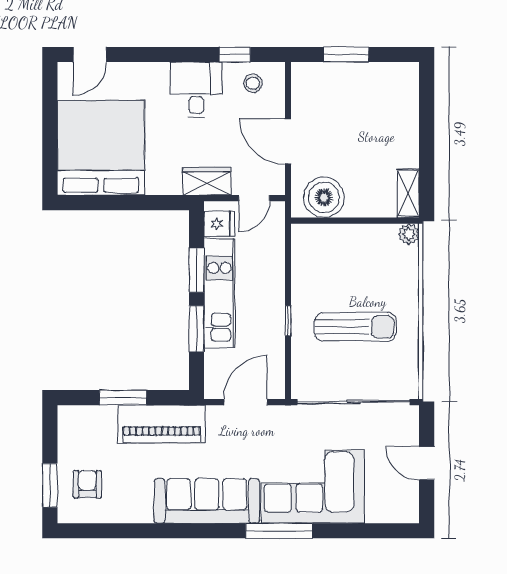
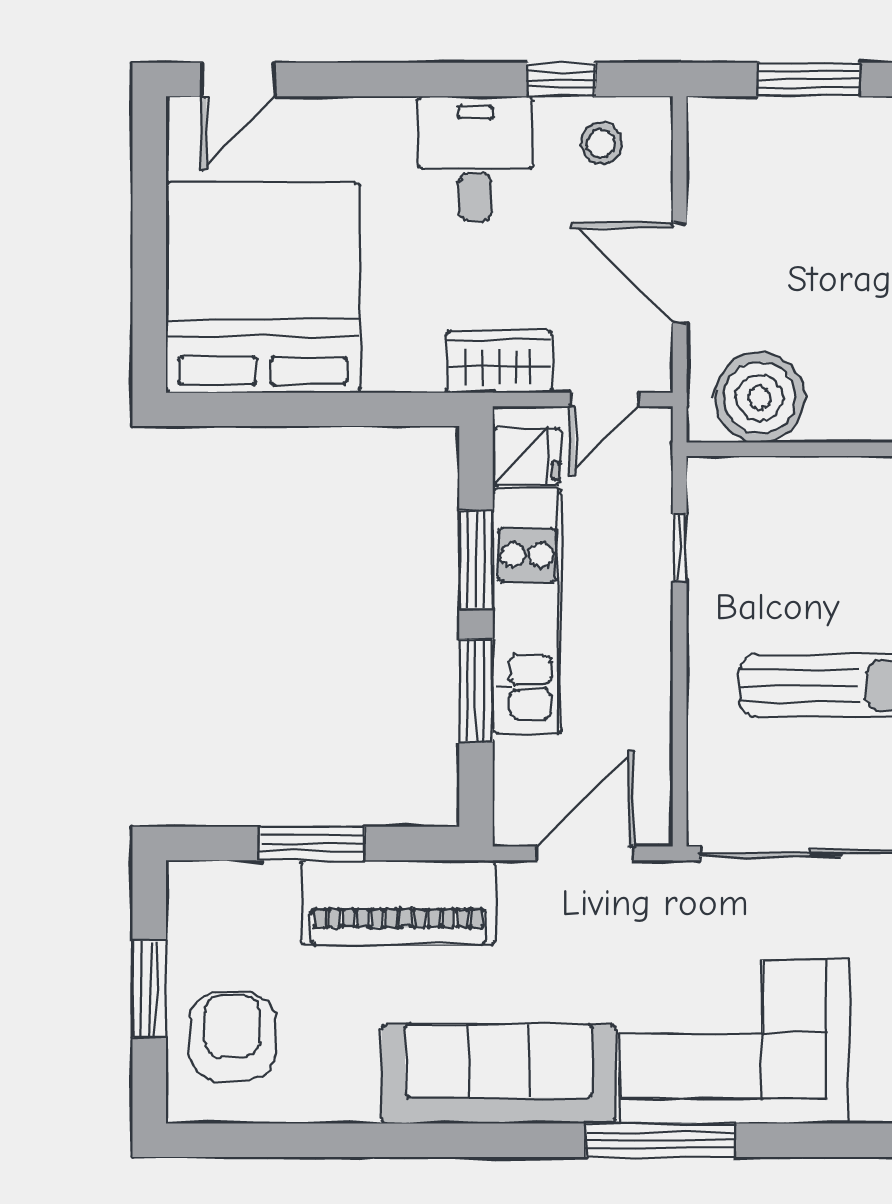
window: (288, 321) -> (680, 547), moved
armchair: (87, 484) -> (233, 1036), width x1.38, depth x1.38
window: (50, 485) -> (149, 989), moved

